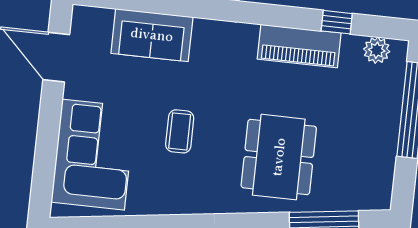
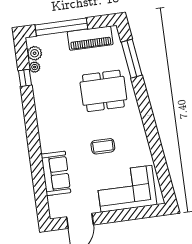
plant: (352, 44) -> (35, 67), added
piano: (299, 46) -> (90, 38), moved, turned 90

